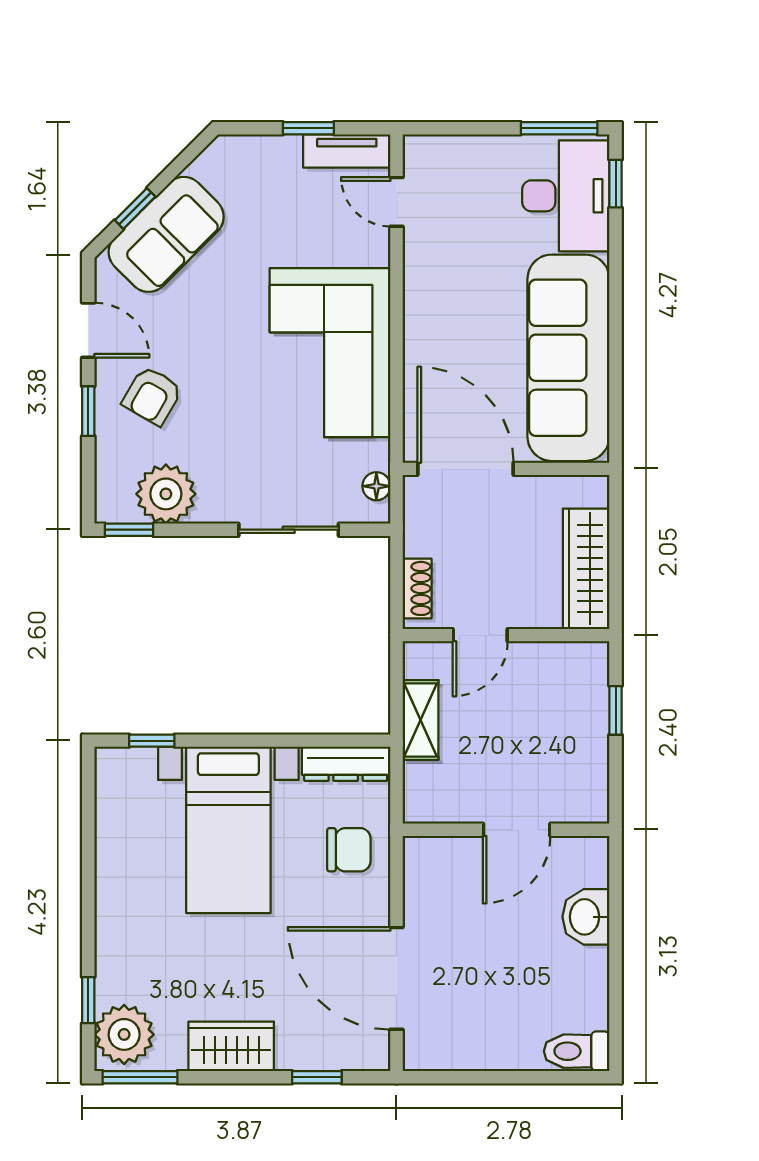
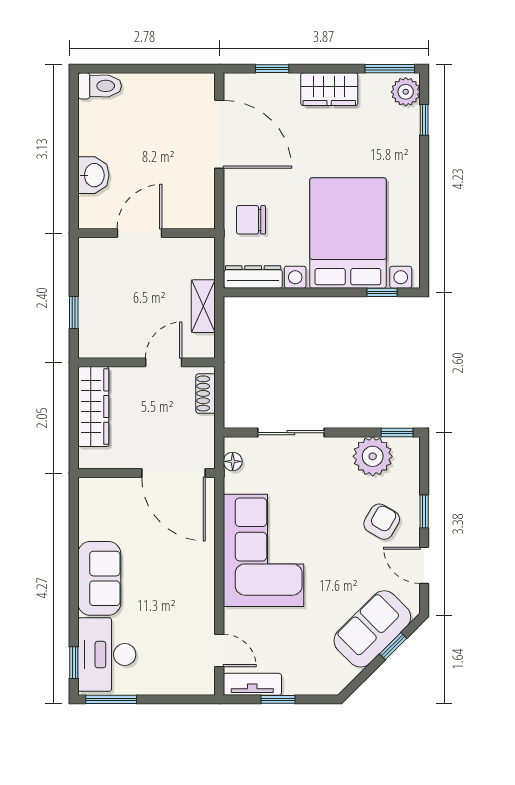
sofa: (568, 358) -> (99, 578), width x0.54, depth x0.79
bed with nightstands: (228, 830) -> (348, 233), width x1.36
plant: (124, 1034) -> (406, 92), width x0.73, depth x0.73

